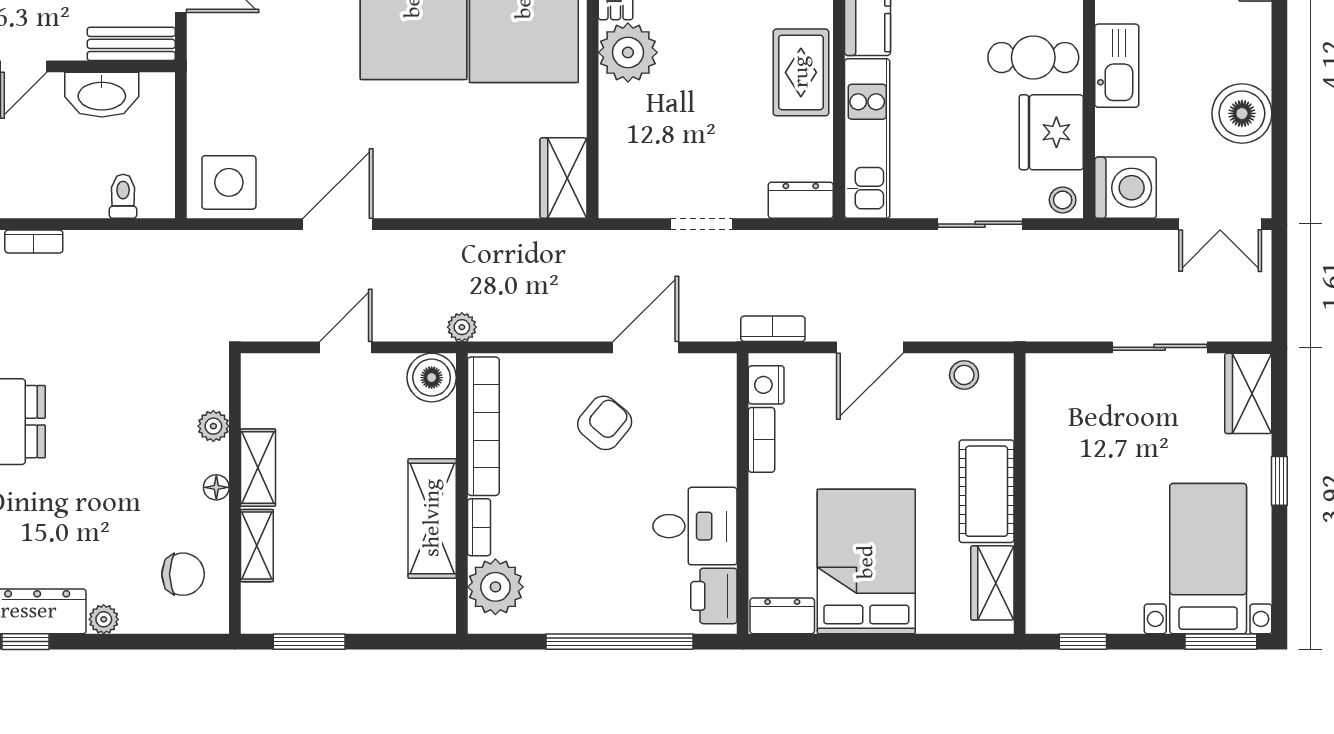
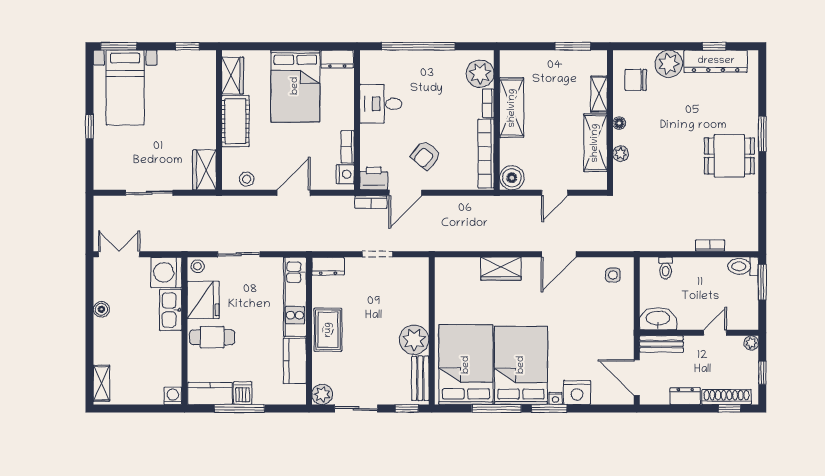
kitchen sink: (1117, 66) -> (171, 310), moved
washbasin: (102, 95) -> (658, 319), moved
boiler: (1242, 113) -> (101, 309), width x0.54, depth x0.54
wardrobe: (563, 178) -> (501, 269), moved, turned 90
side table: (229, 182) -> (613, 275), width x0.54, depth x0.54
plant: (462, 327) -> (497, 203), removed
bookcase: (773, 329) -> (371, 202), moved
wardrobe: (1248, 393) -> (204, 170), moved, turned 180
shelving: (258, 468) -> (595, 143), width x1.50, depth x1.33
printer: (714, 596) -> (374, 179), moved, turned -90
plant: (104, 619) -> (669, 64), width x1.87, depth x1.87

